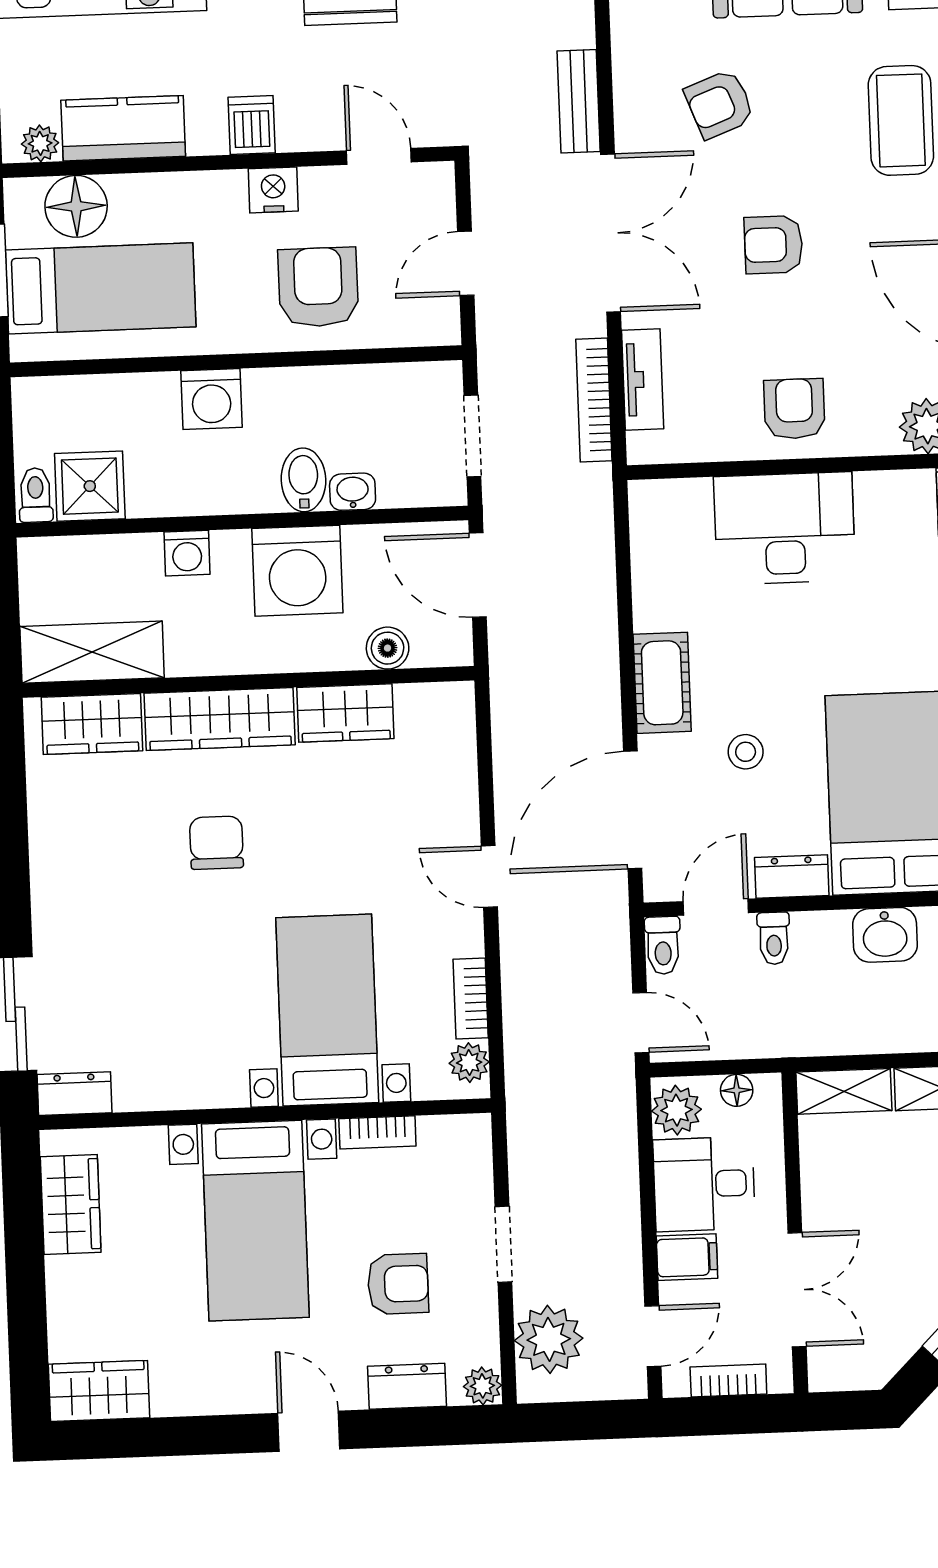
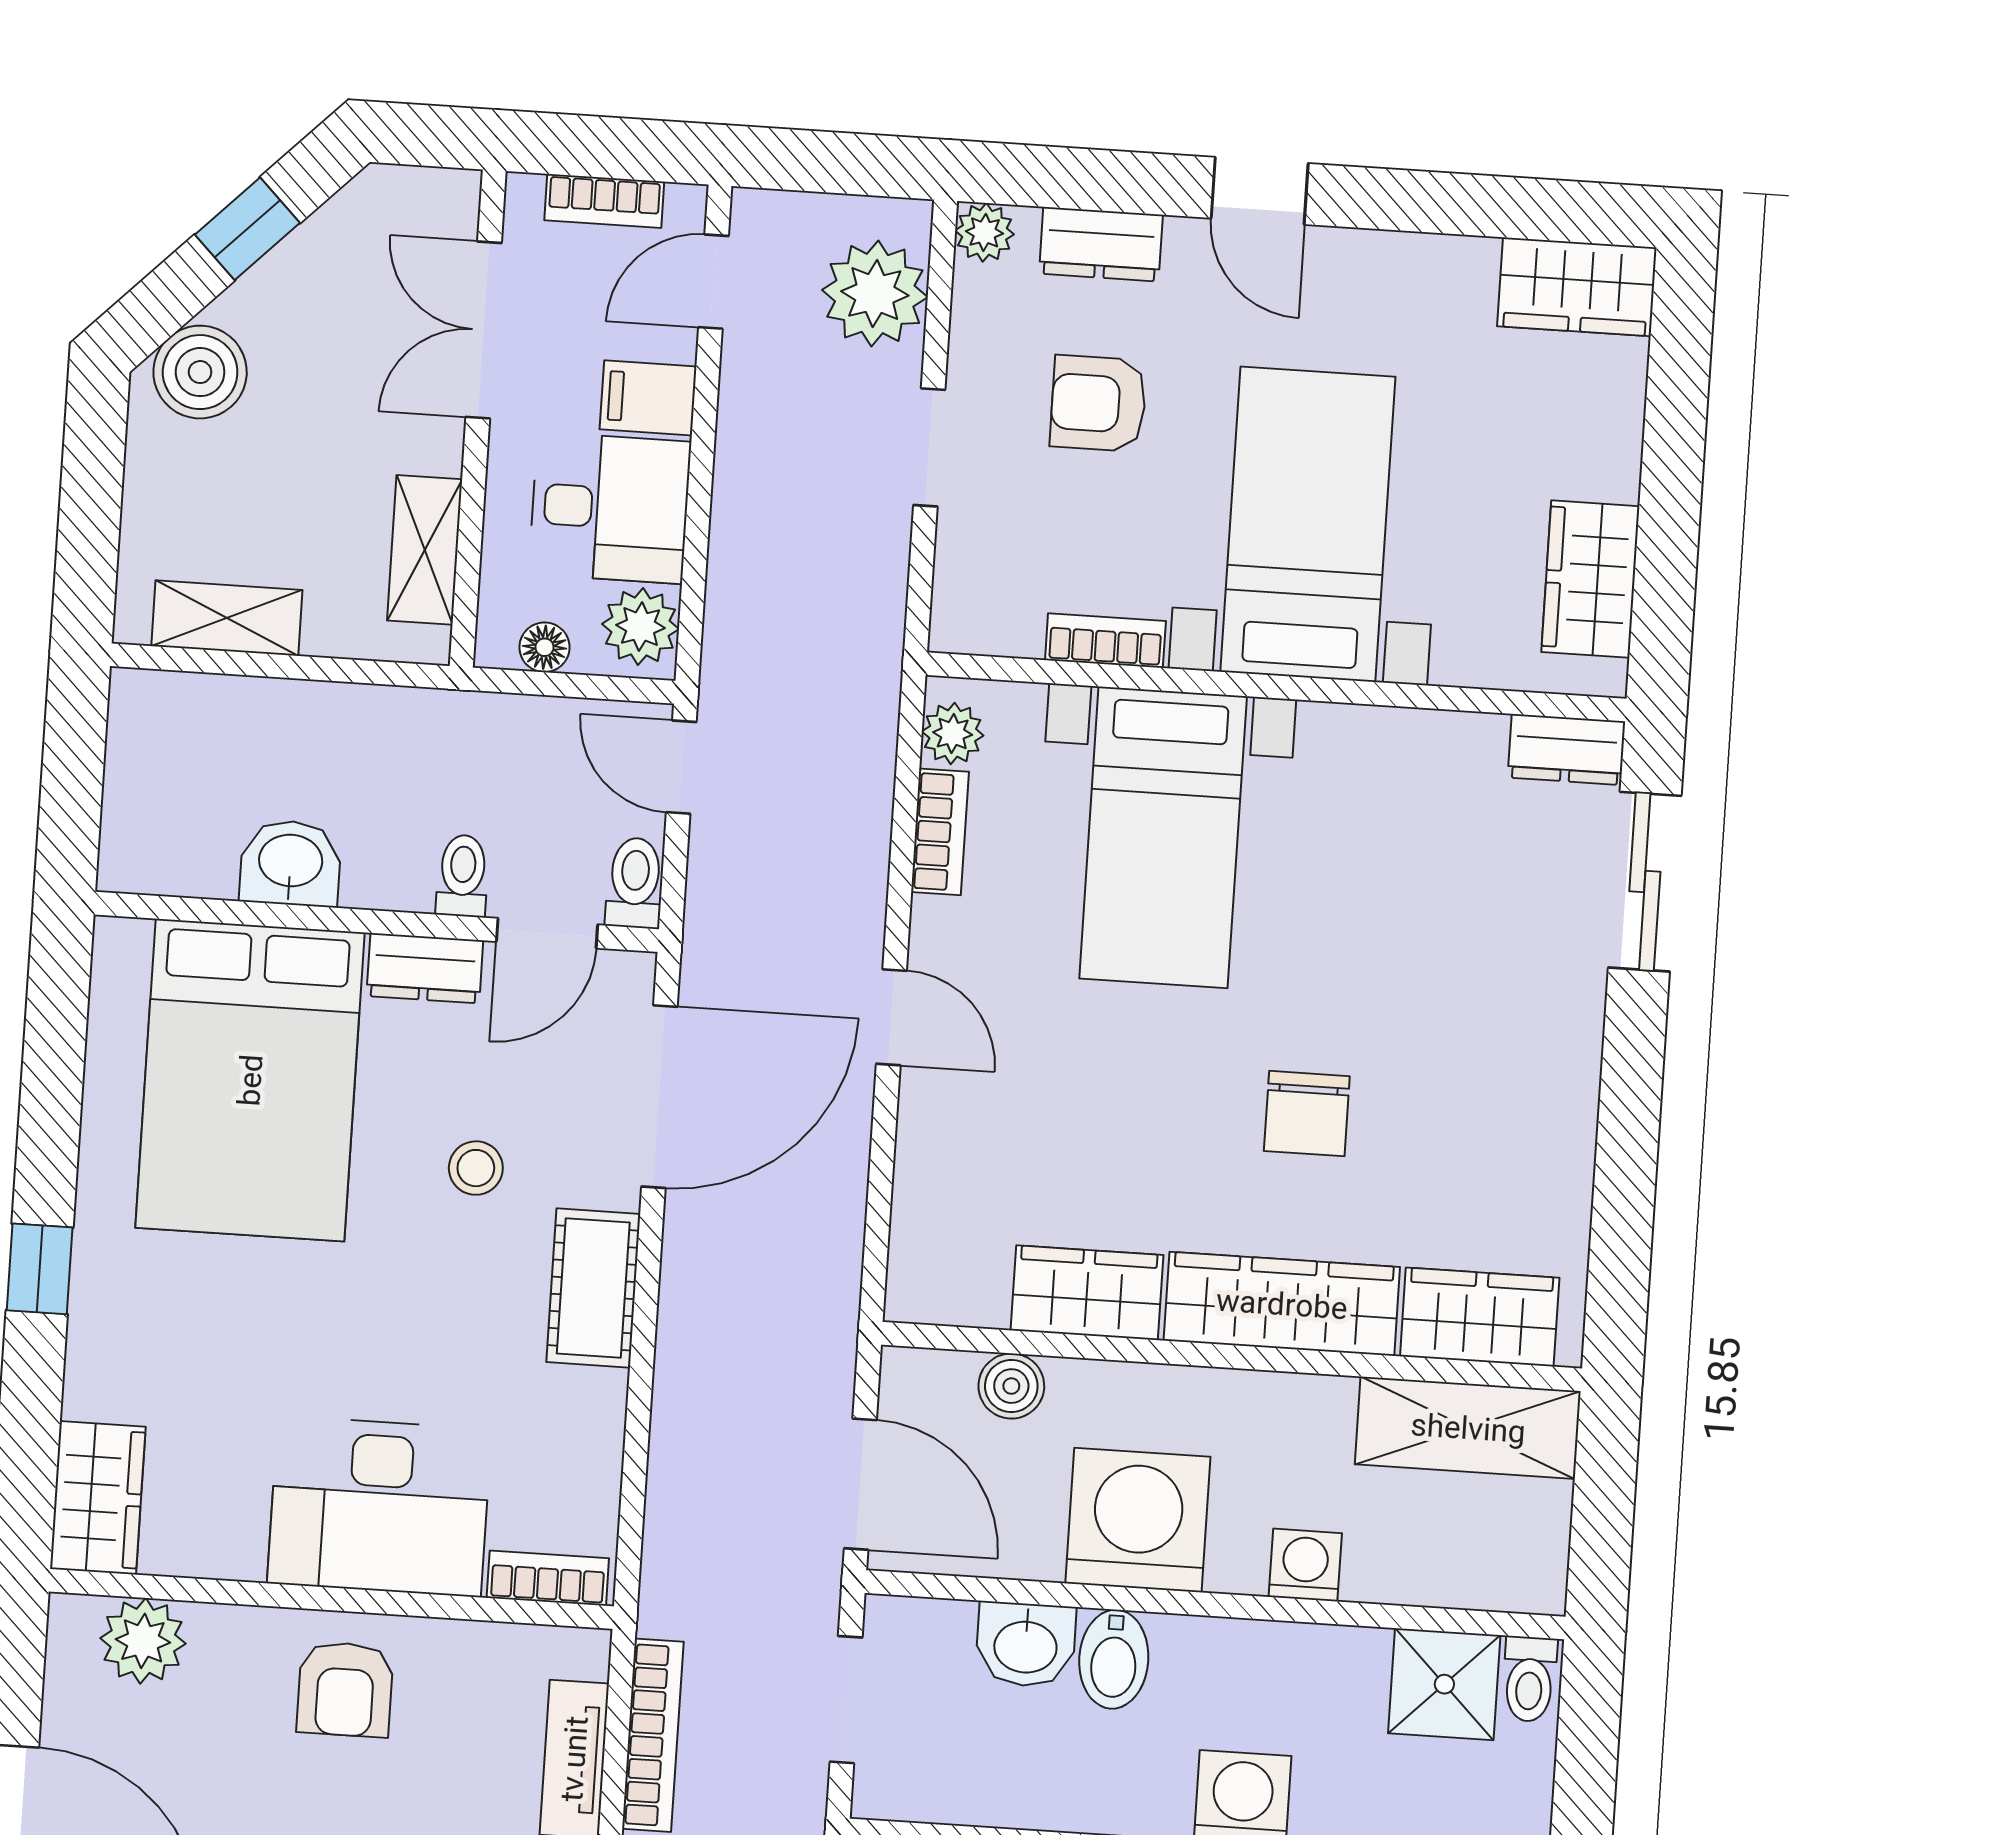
washbasin: (353, 492) -> (1026, 1645), width x1.38, depth x1.45
bookcase: (672, 494) -> (548, 1578), added
shelving: (844, 1091) -> (425, 550), moved, turned 90

